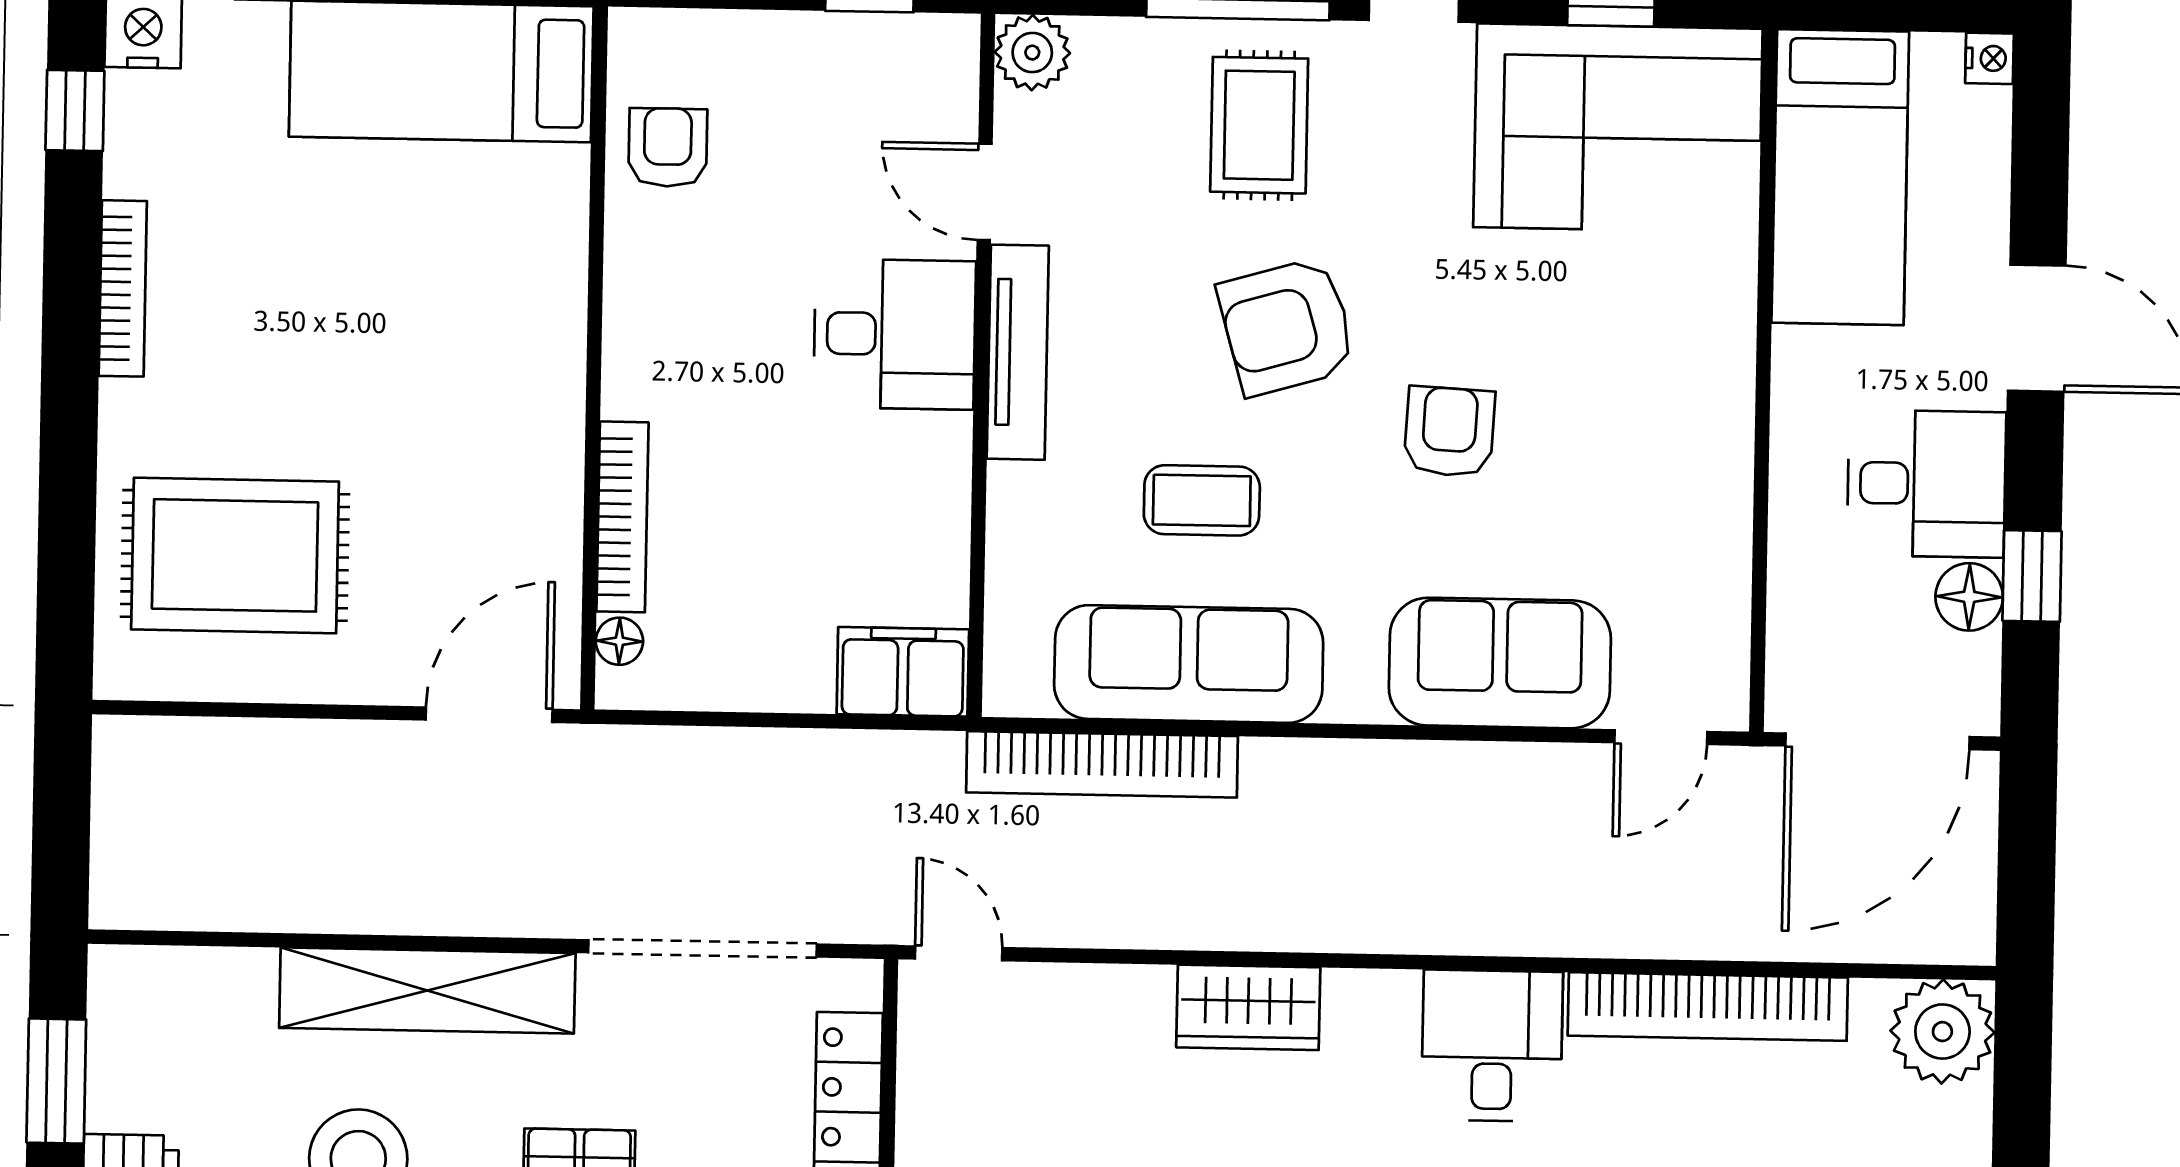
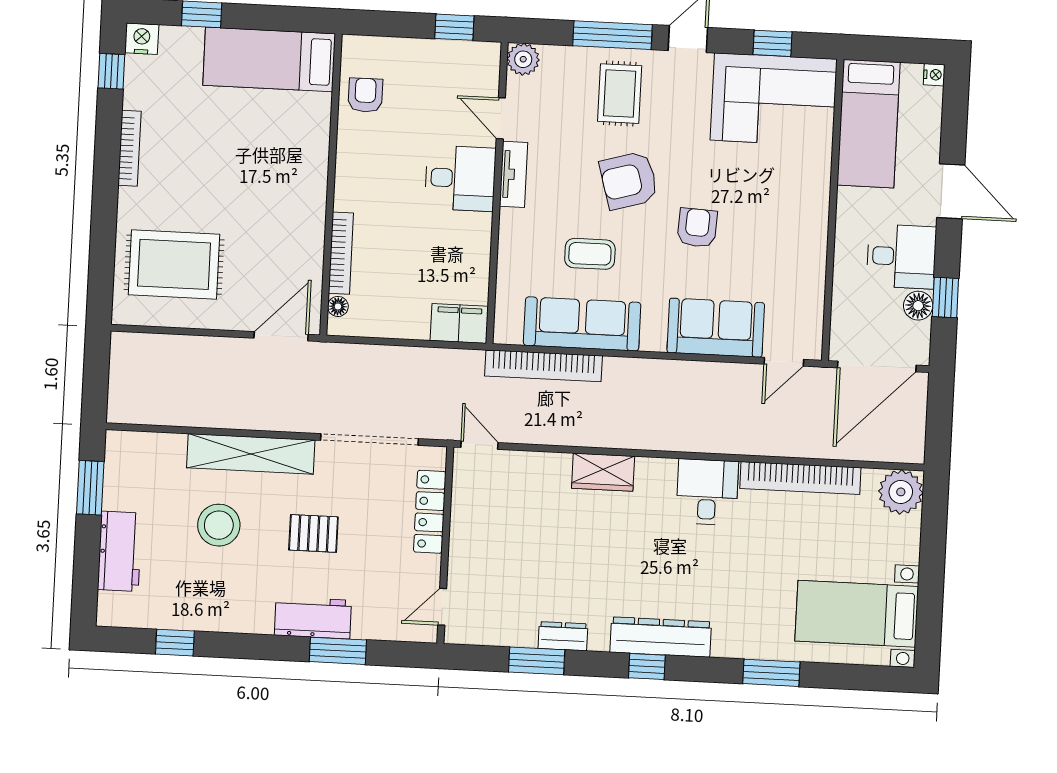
tv unit: (1018, 352) -> (514, 174), width x0.71

